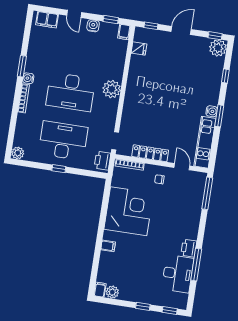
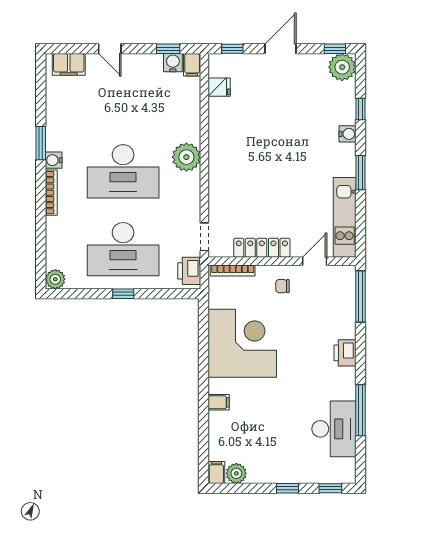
water cooler: (93, 26) -> (173, 63), moved
water cooler: (212, 111) -> (348, 134), moved
desk: (63, 141) -> (123, 249), turned 180
door: (182, 167) -> (315, 261), hinge flipped
printer: (189, 248) -> (345, 353), moved

